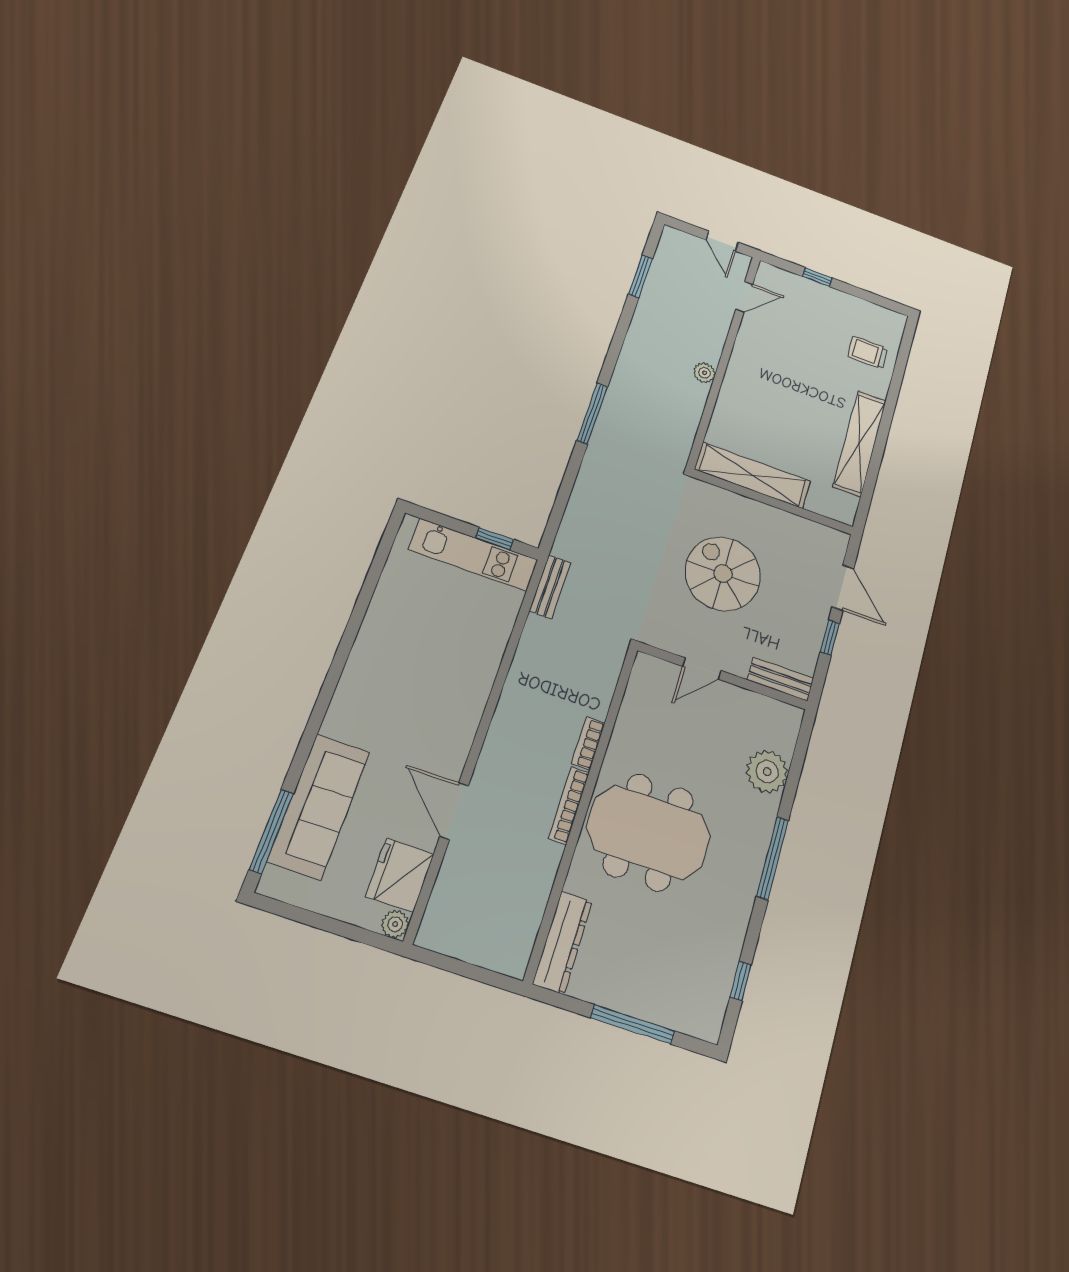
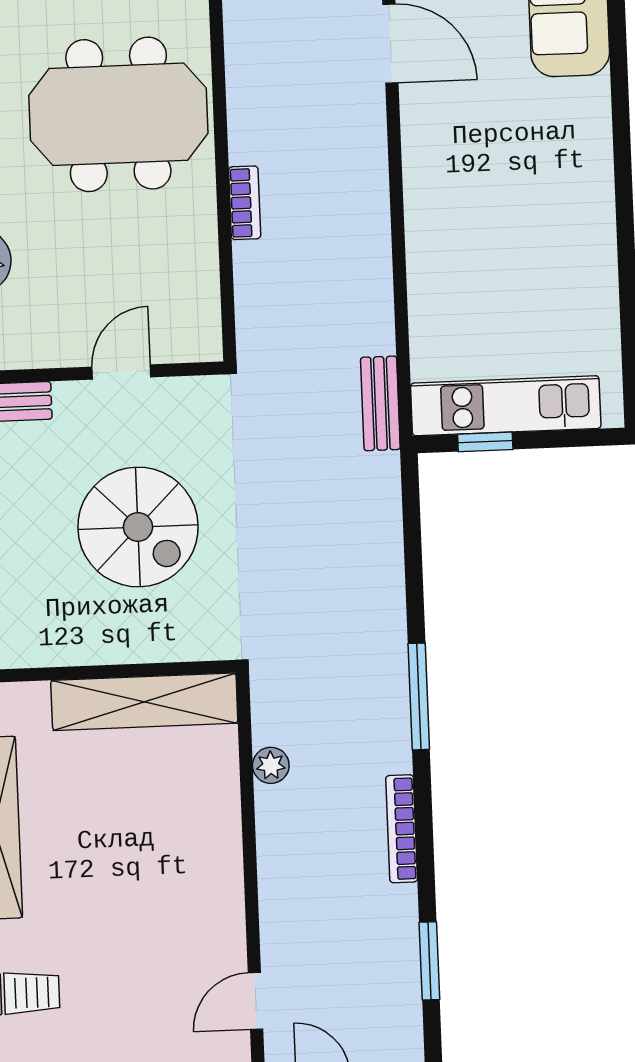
plant: (705, 373) -> (271, 765), moved
bookcase: (569, 805) -> (402, 829), moved, turned 180

